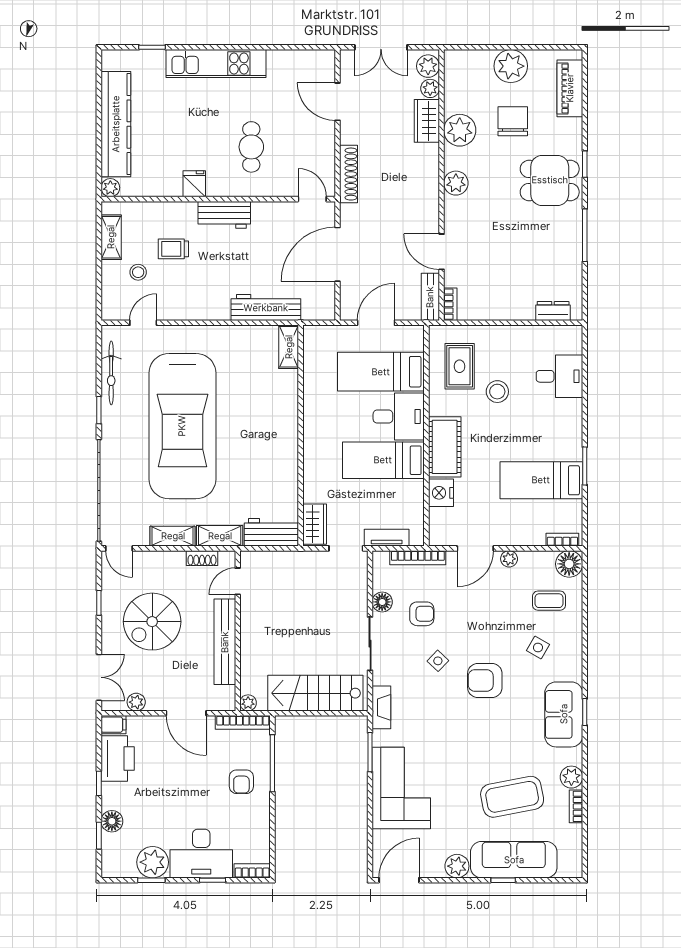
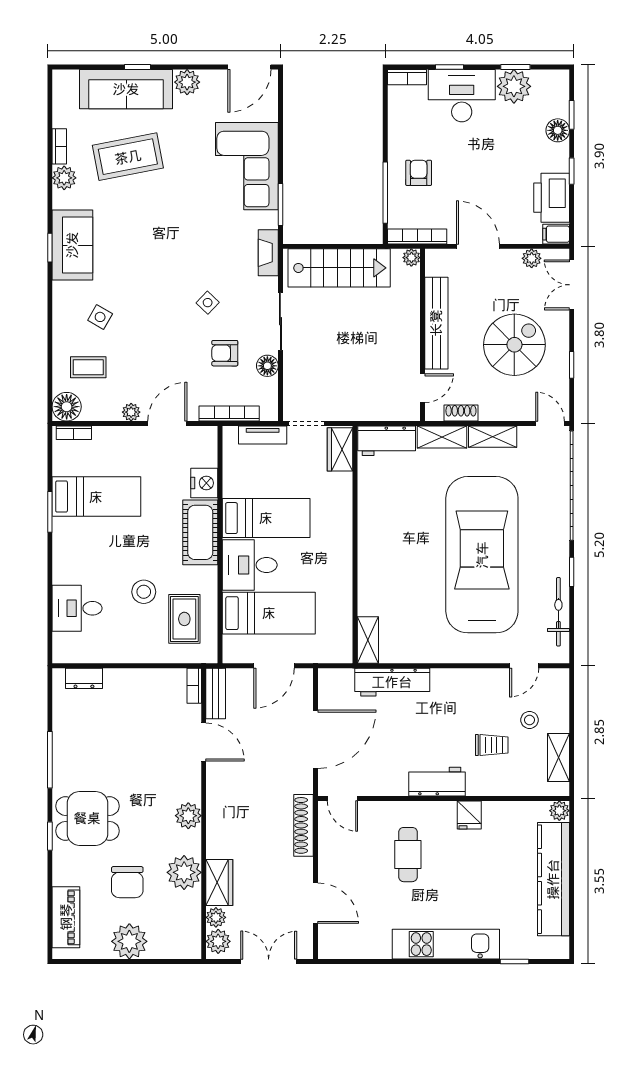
armchair: (485, 680) -> (157, 282), removed

